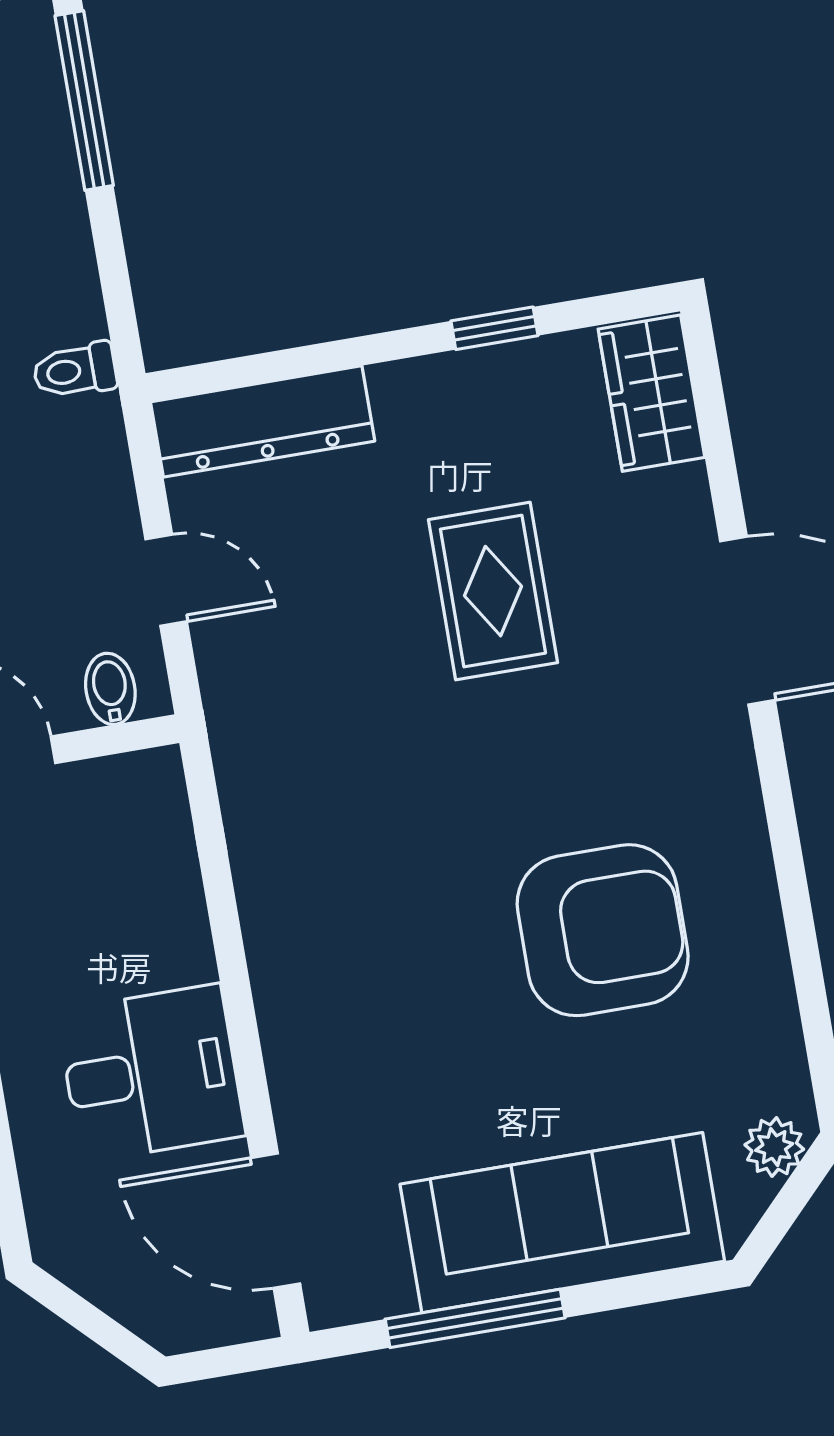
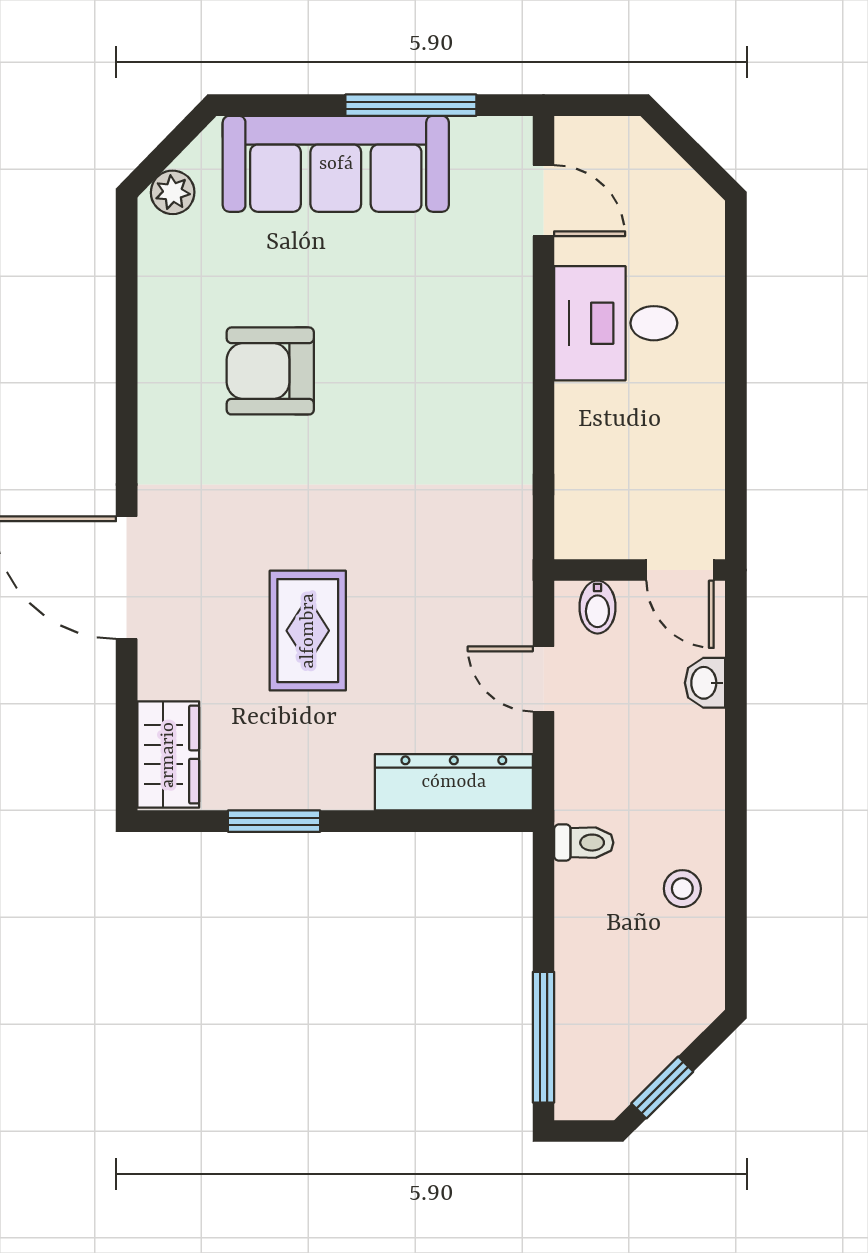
window: (494, 328) -> (274, 821), width x1.50
armchair: (603, 930) -> (270, 371), width x0.73, depth x0.73
door: (276, 1221) -> (543, 201), width x0.73

